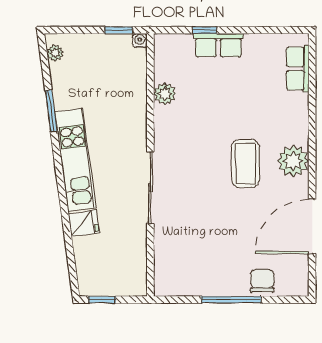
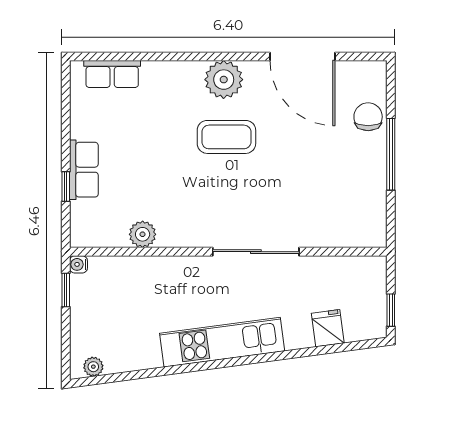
window: (51, 111) -> (163, 371), removed
fridge: (84, 223) -> (328, 328), moved
chair: (262, 281) -> (368, 117), turned 90

